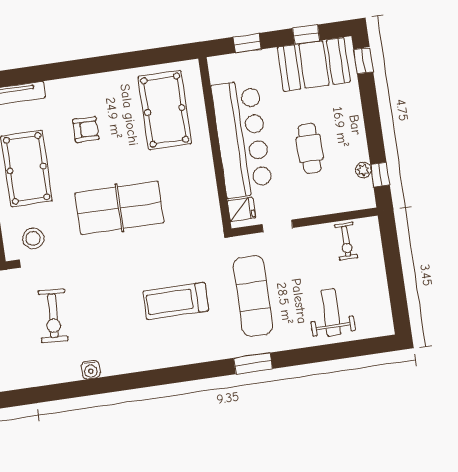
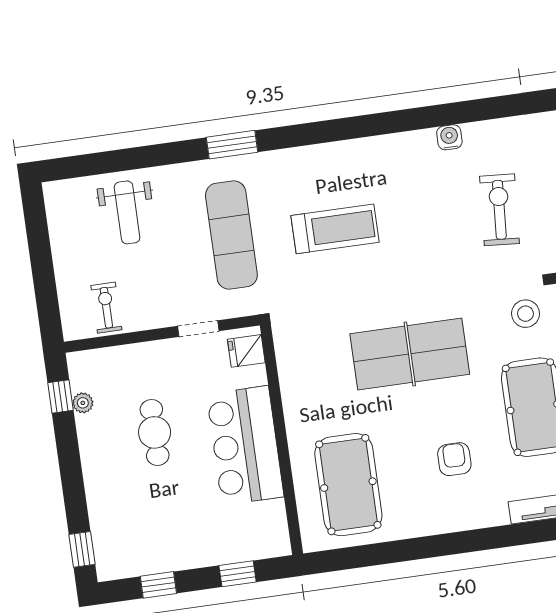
booth: (314, 64) -> (148, 545), removed
armchair: (86, 129) -> (454, 459), turned 90
bar counter: (242, 139) -> (245, 445), width x0.73

